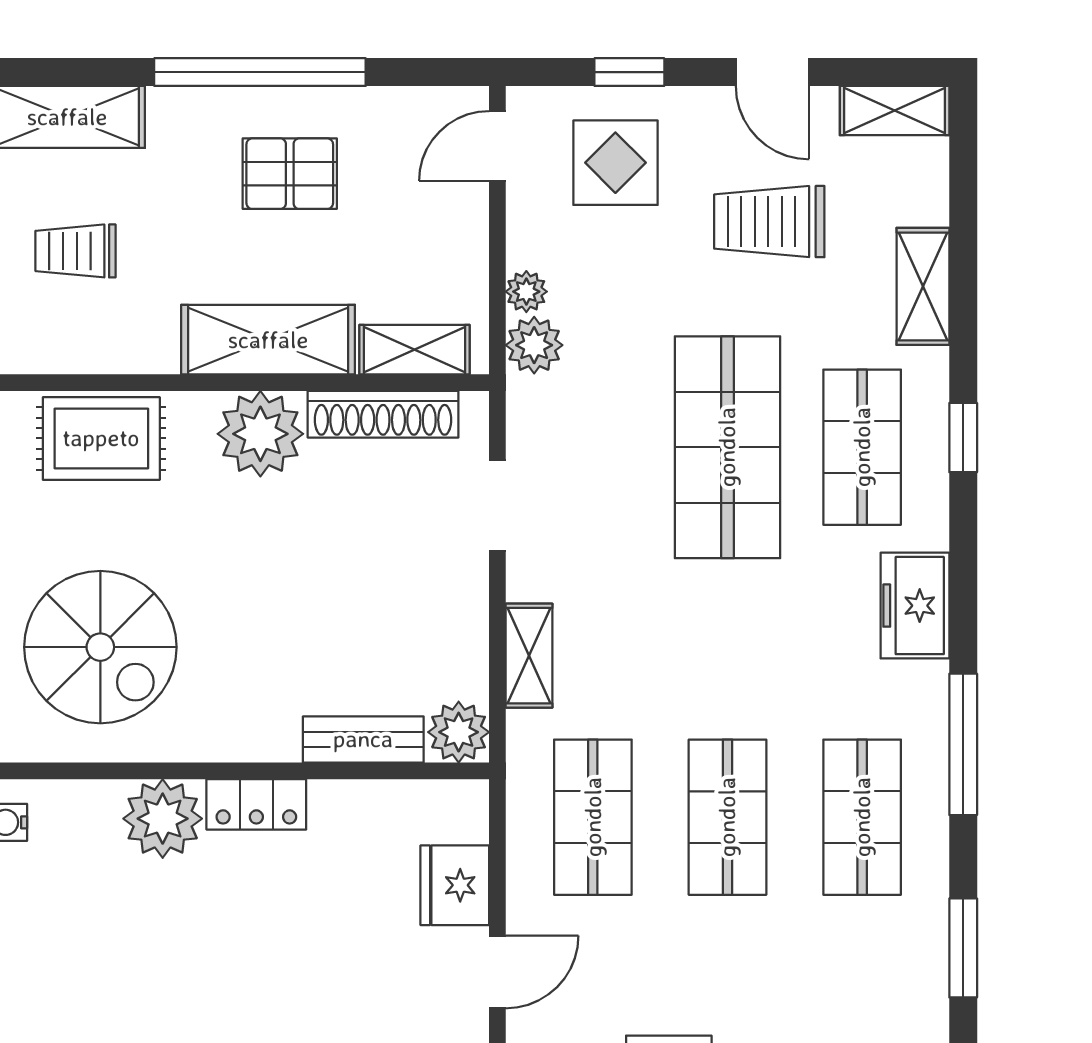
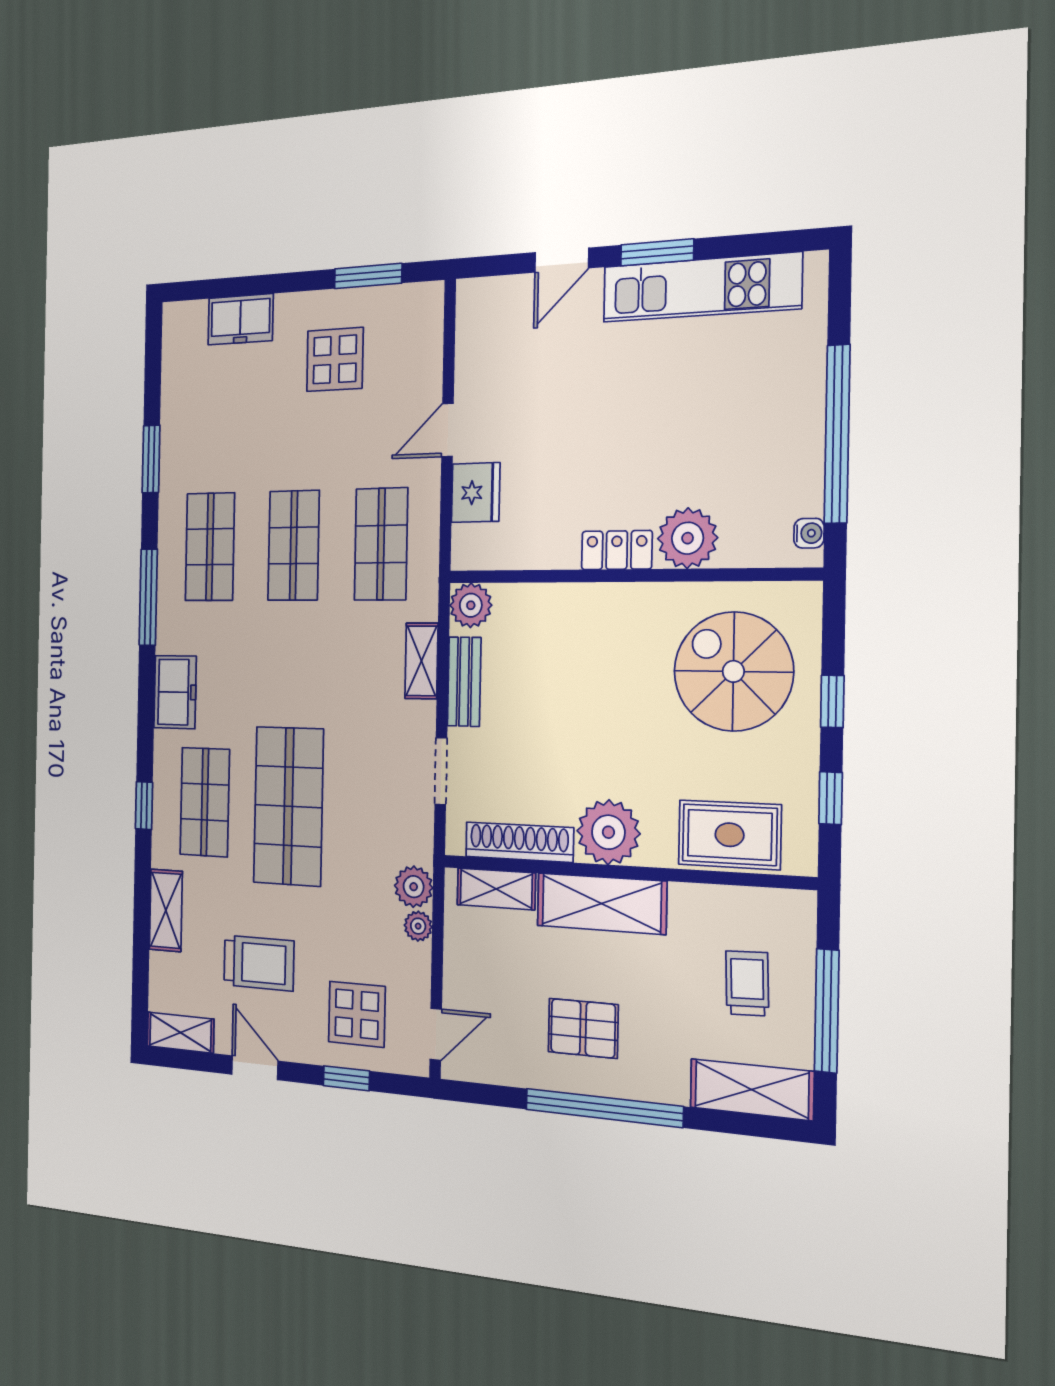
trolley: (75, 251) -> (747, 983), turned -92
bench: (363, 739) -> (464, 682), moved, turned 90

